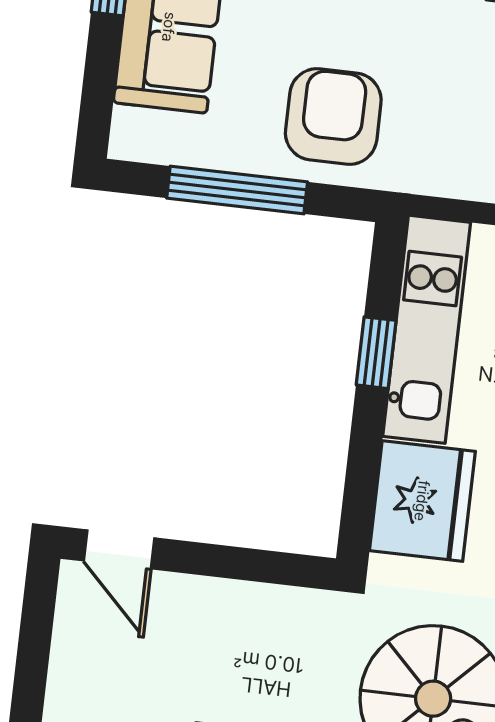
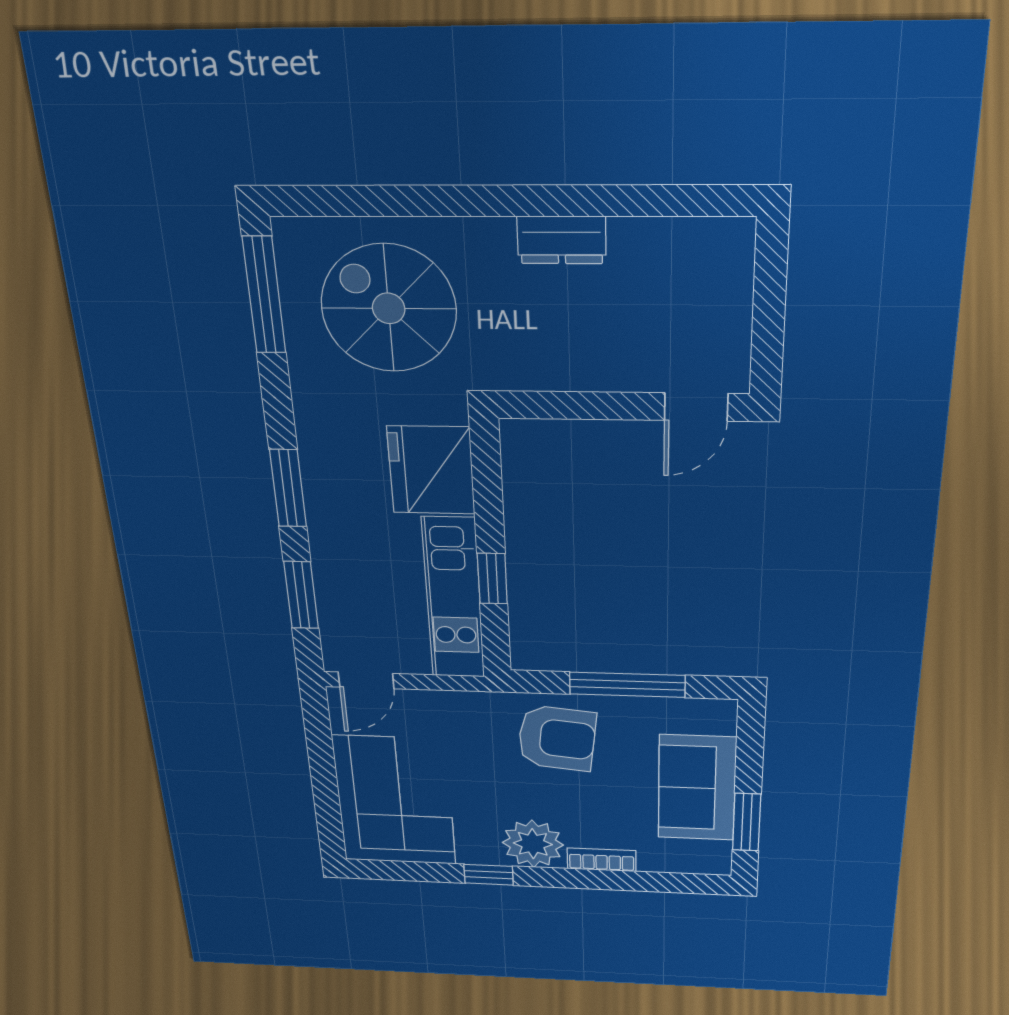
armchair: (333, 116) -> (557, 738), turned -84
door: (119, 549) -> (696, 407), swing flipped

